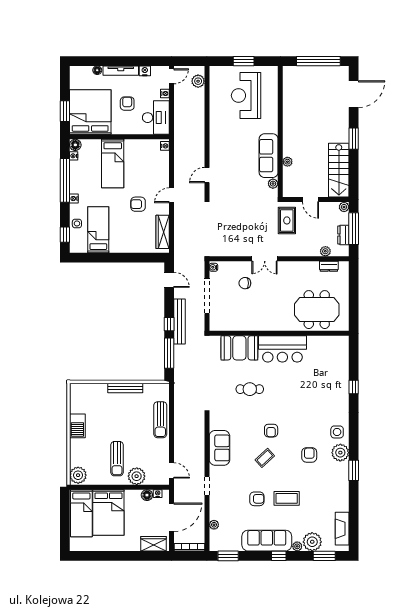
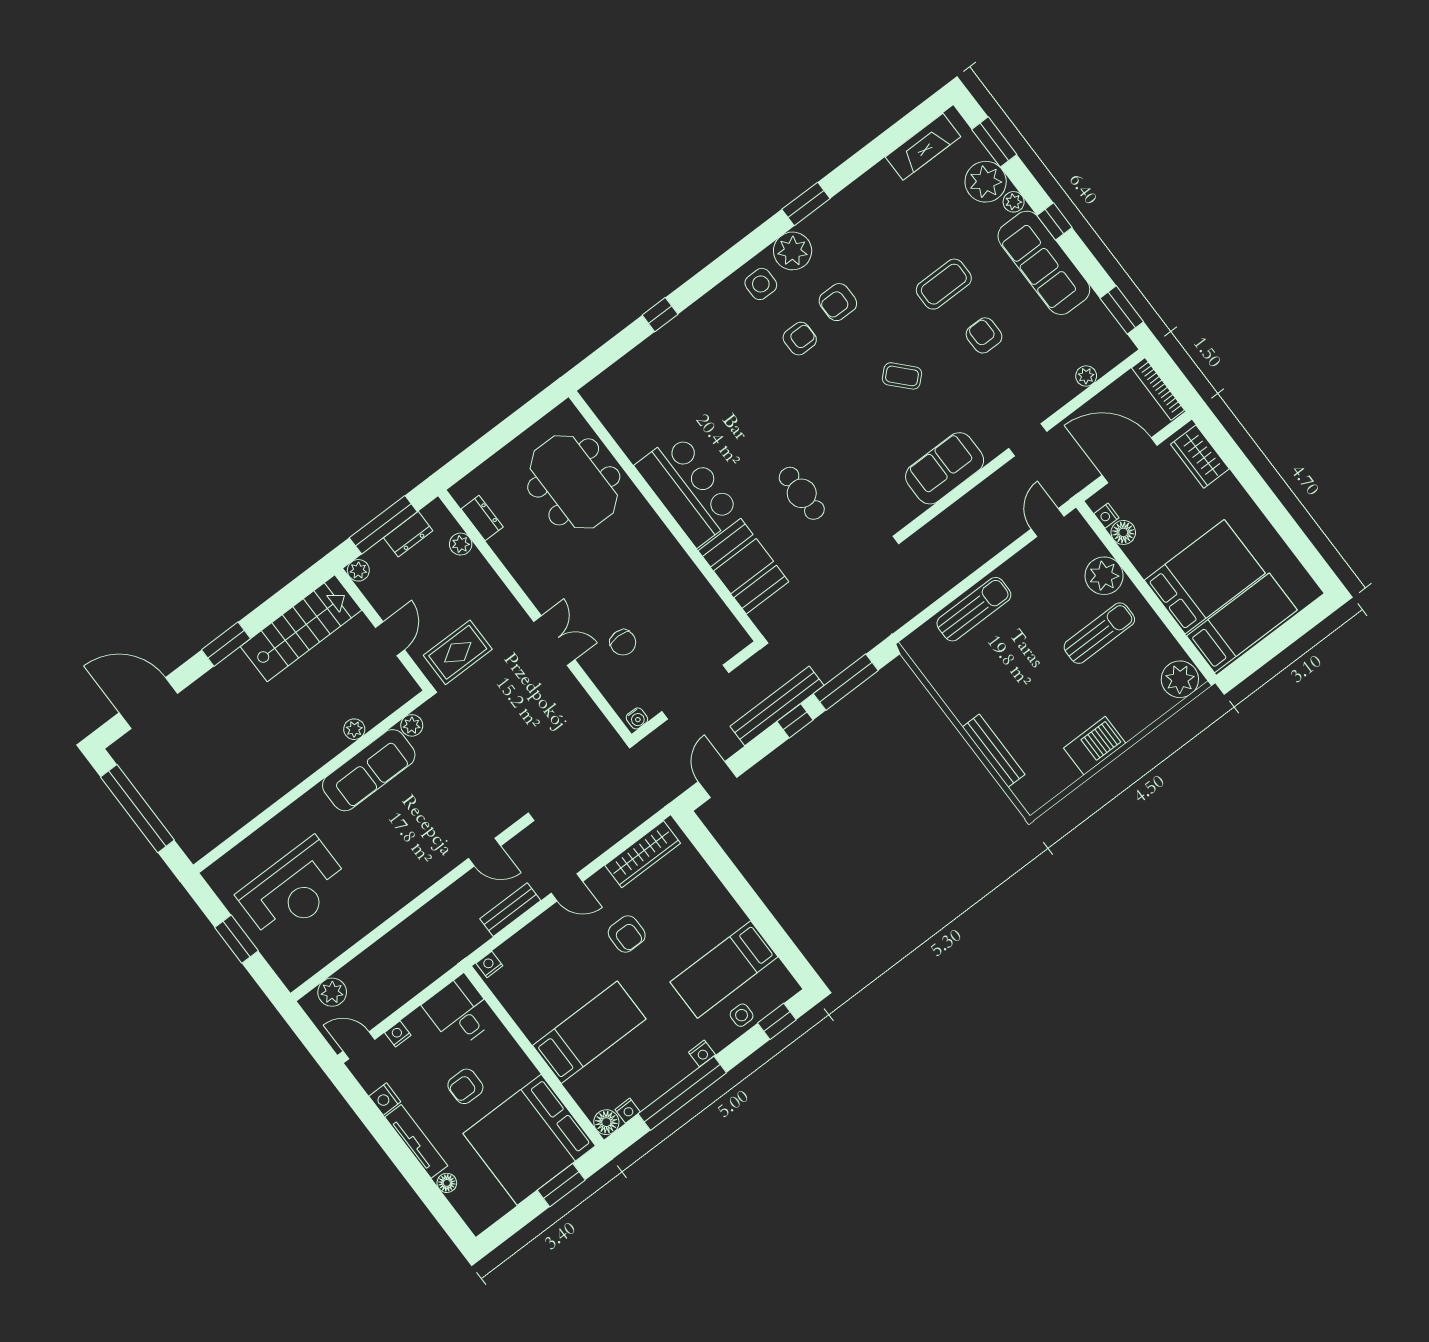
desk: (156, 118) -> (460, 1012), width x0.73
bench: (179, 169) -> (510, 910), added
bench: (125, 388) -> (994, 751), moved
armchair: (271, 431) -> (800, 339), moved
coffee table: (287, 498) -> (944, 284), turned 90

